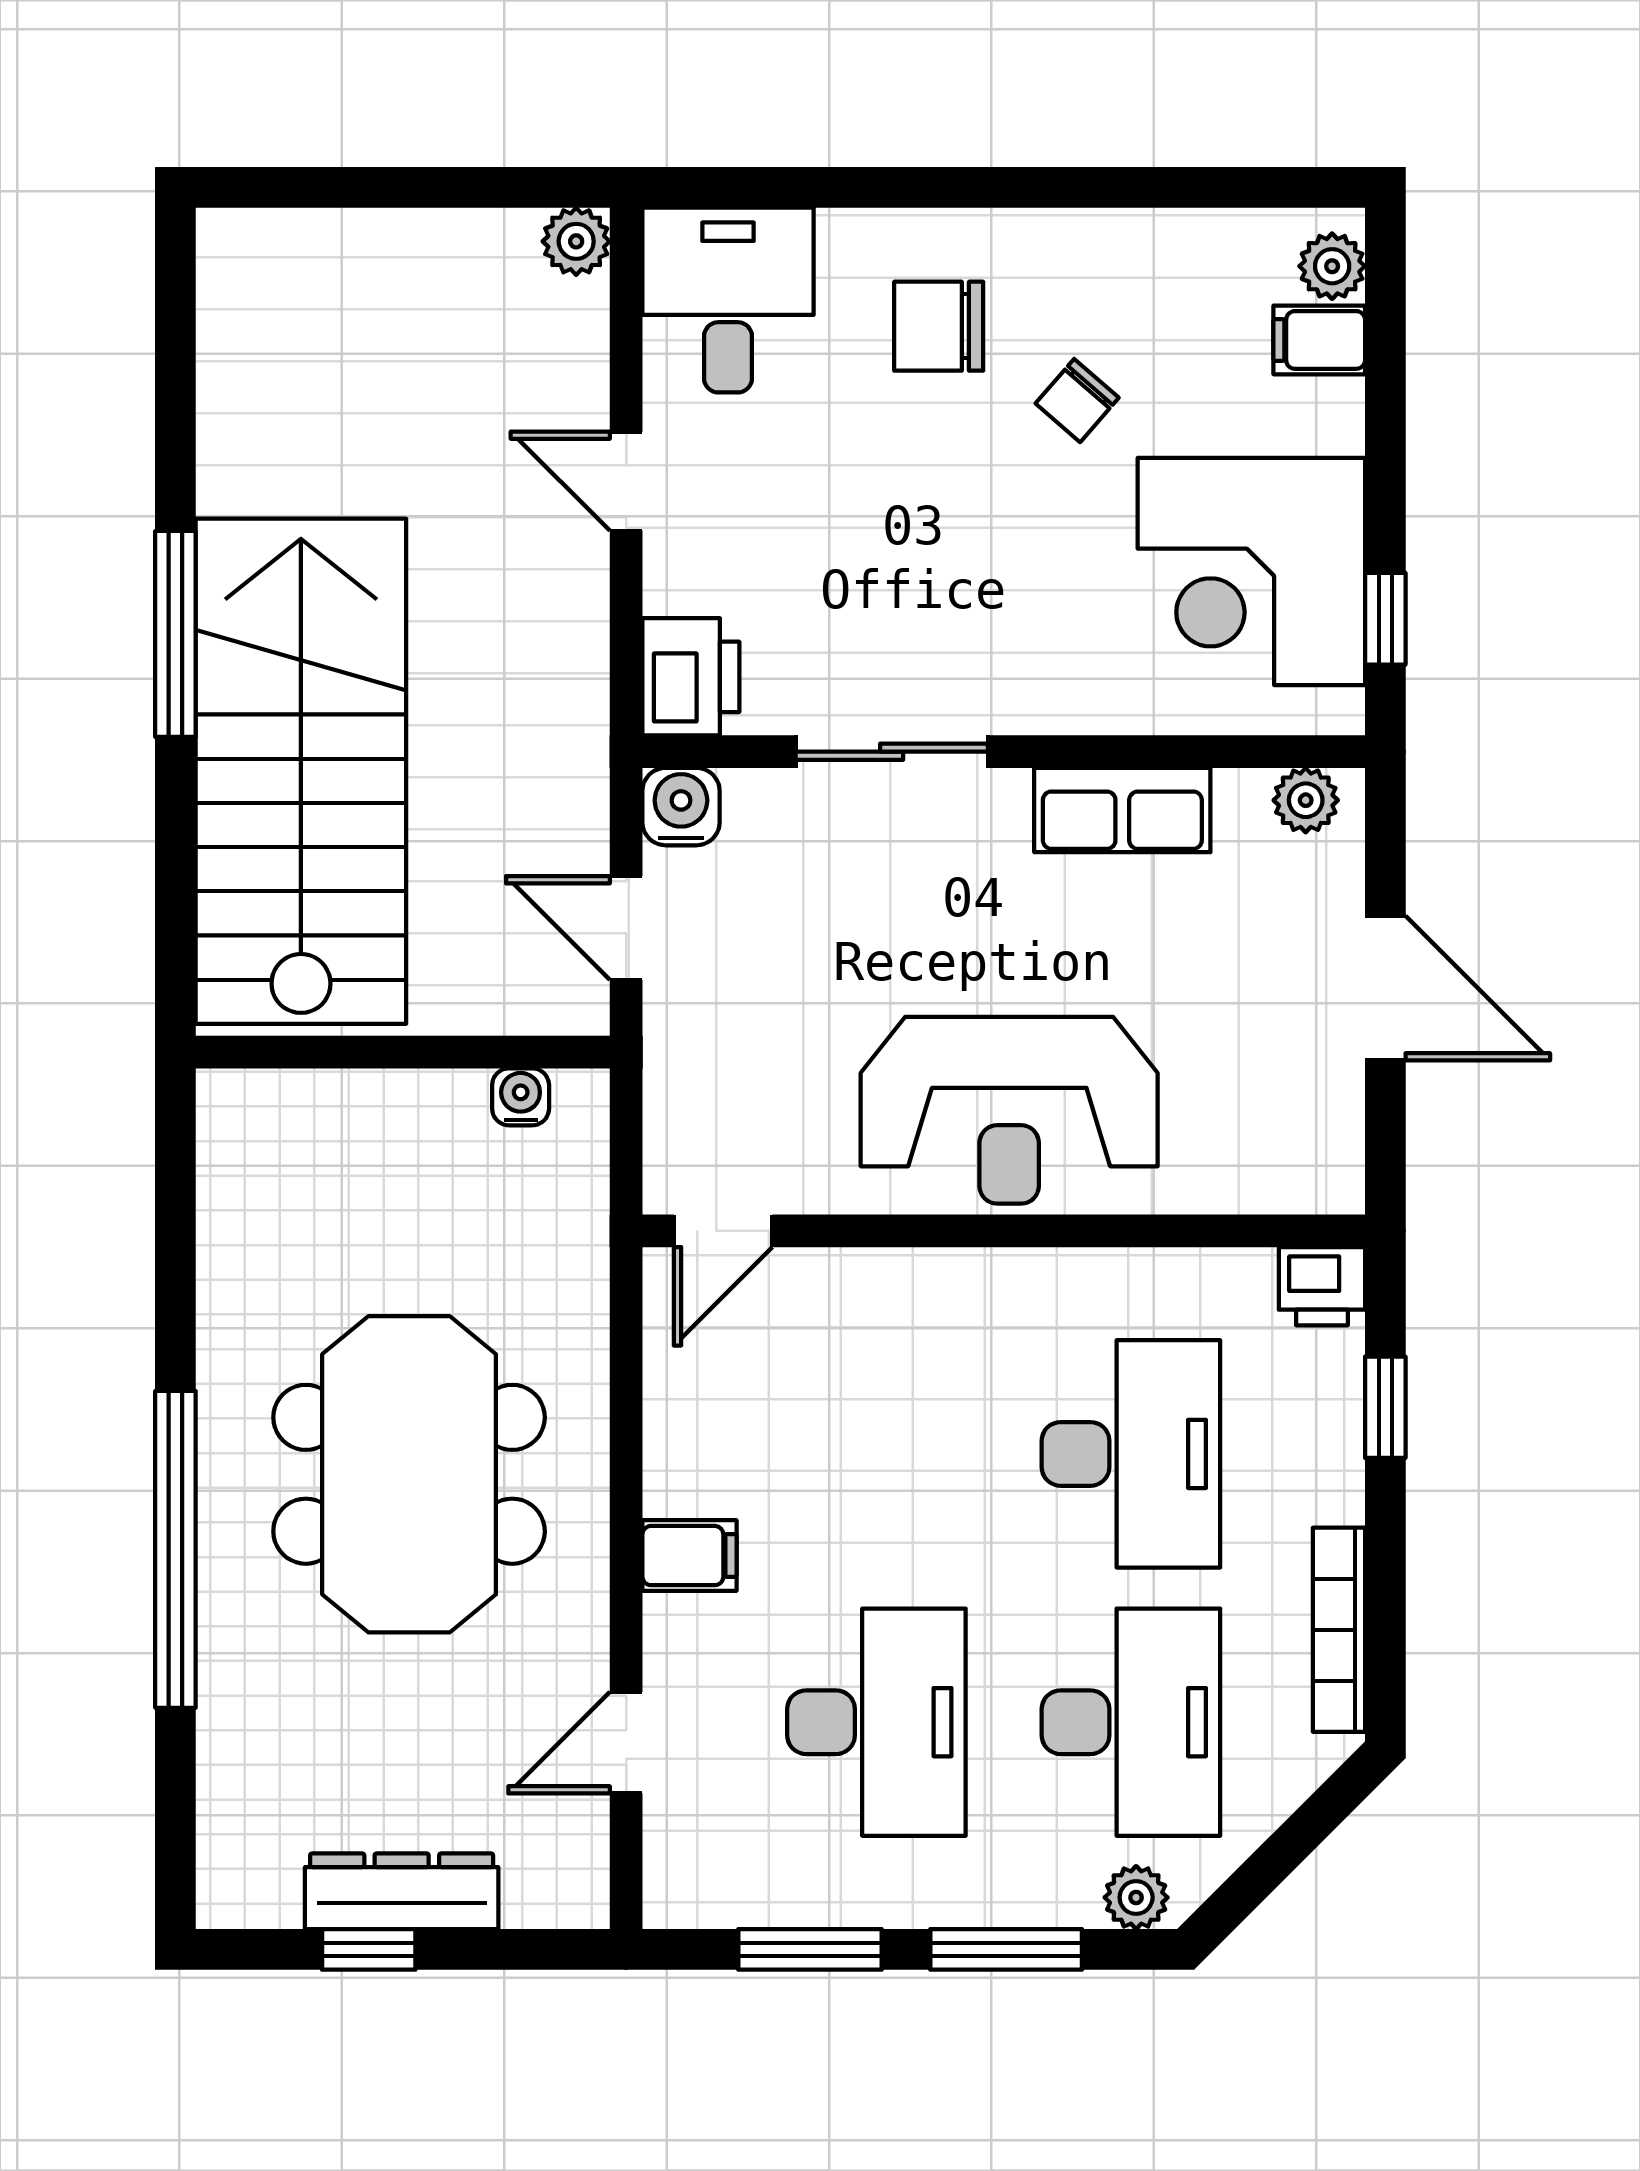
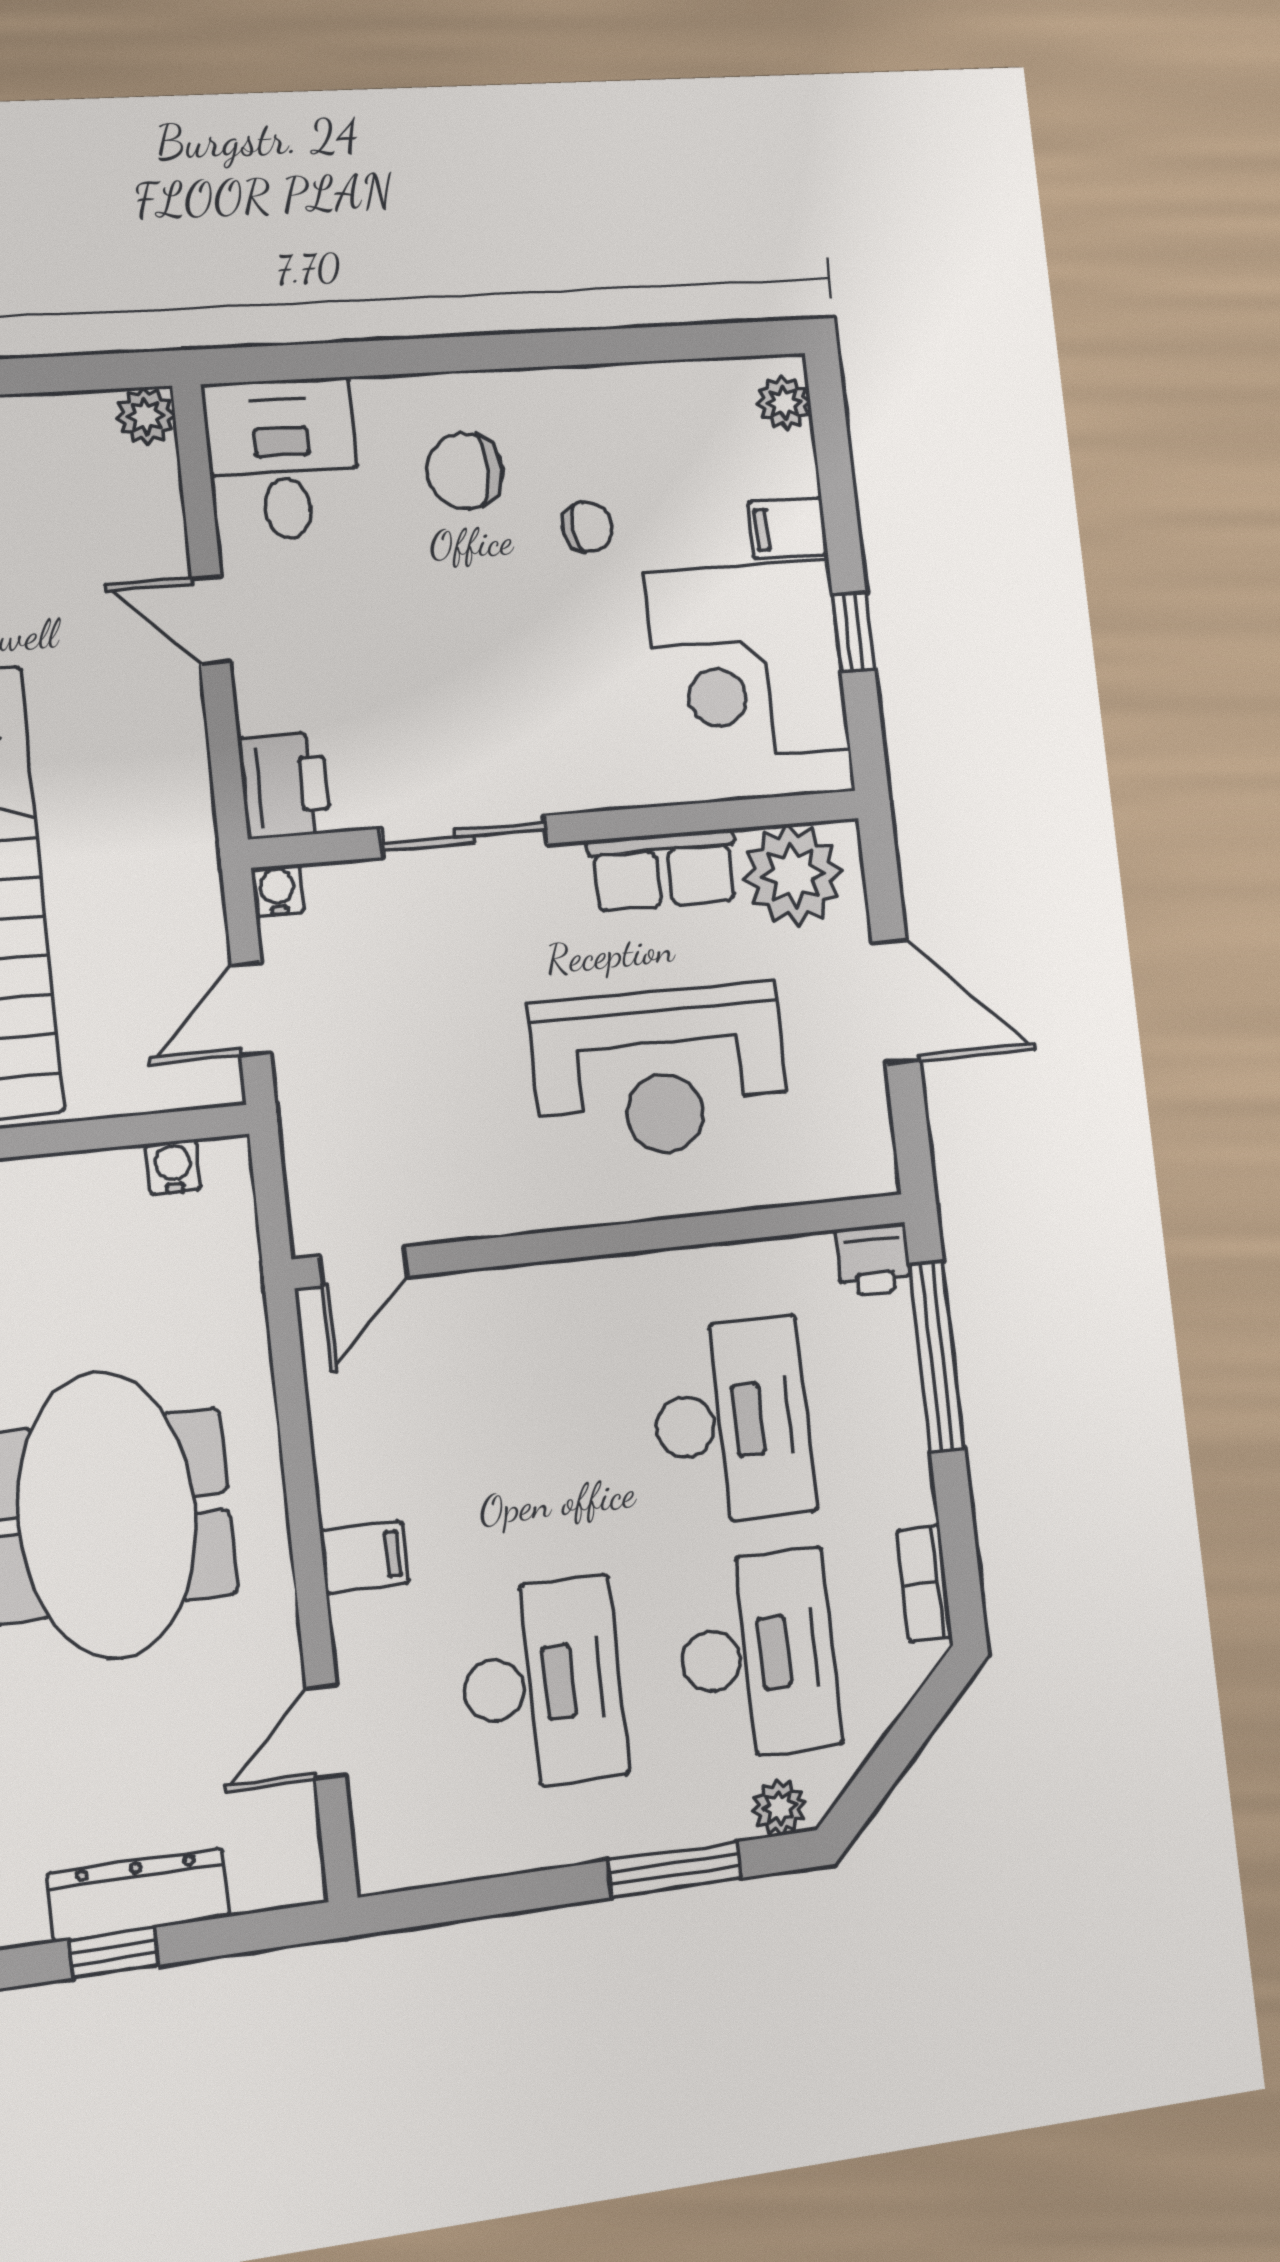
filing cabinet: (1319, 340) -> (788, 528), moved
chair: (1077, 401) -> (588, 527), turned -139
window: (1385, 619) -> (854, 632), moved
plant: (1306, 800) -> (793, 875), width x1.88, depth x1.88
water cooler: (681, 807) -> (278, 890), width x0.72, depth x0.72
door: (626, 928) -> (251, 1009), hinge flipped
reception desk: (1009, 1110) -> (660, 1072), moved
window: (1385, 1407) -> (937, 1357), width x2.17
bookcase: (1339, 1630) -> (924, 1583), width x0.64
window: (810, 1949) -> (506, 1894), removed

